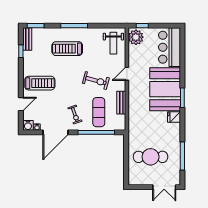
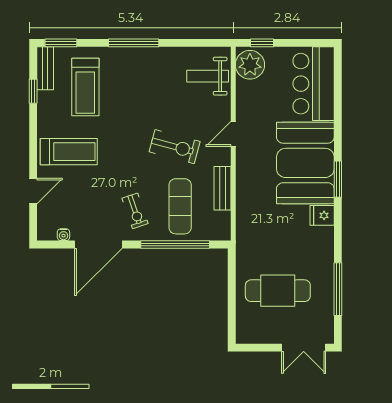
weight bench: (113, 43) -> (208, 76), turned 90
treadmill: (67, 49) -> (85, 87), moved, turned -90
water cooler: (28, 125) -> (46, 231), removed

